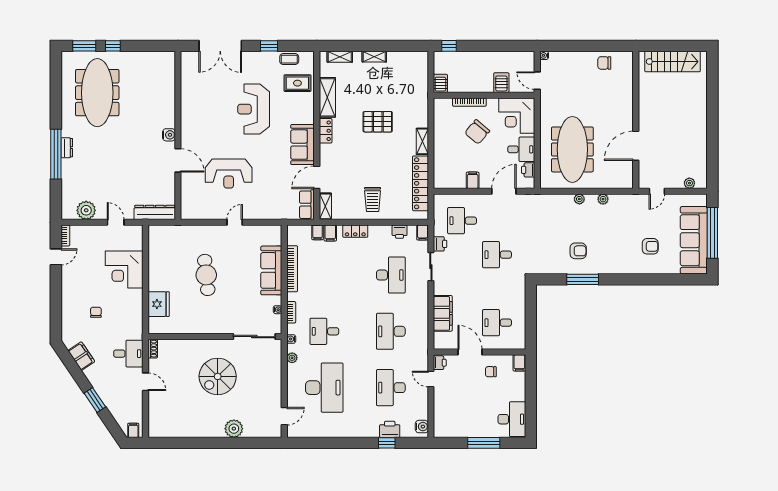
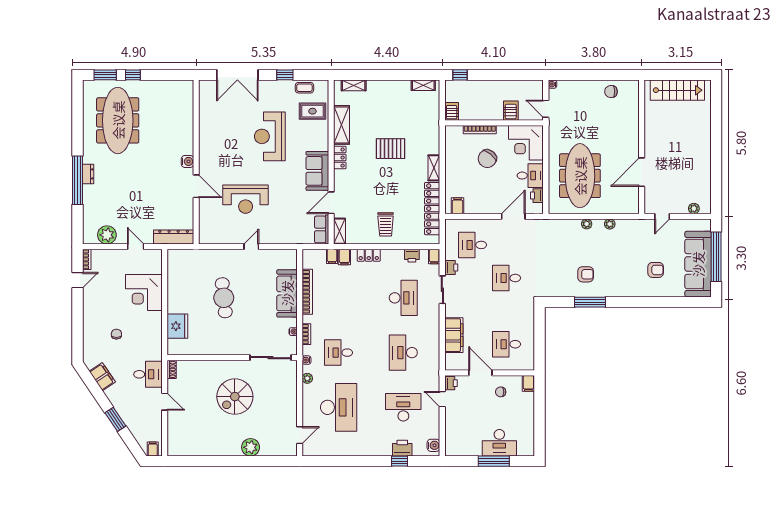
shelving: (374, 57) -> (423, 85), moved
filing cabinet: (473, 180) -> (457, 206), moved
desk: (391, 388) -> (403, 407), turned 90
desk: (512, 419) -> (499, 443), moved, turned 90

